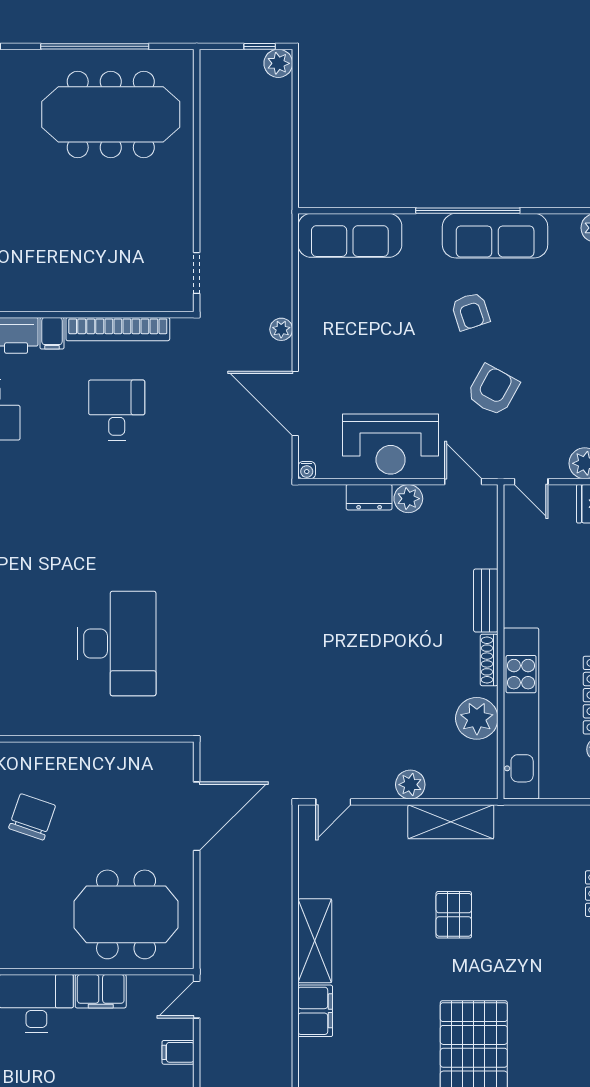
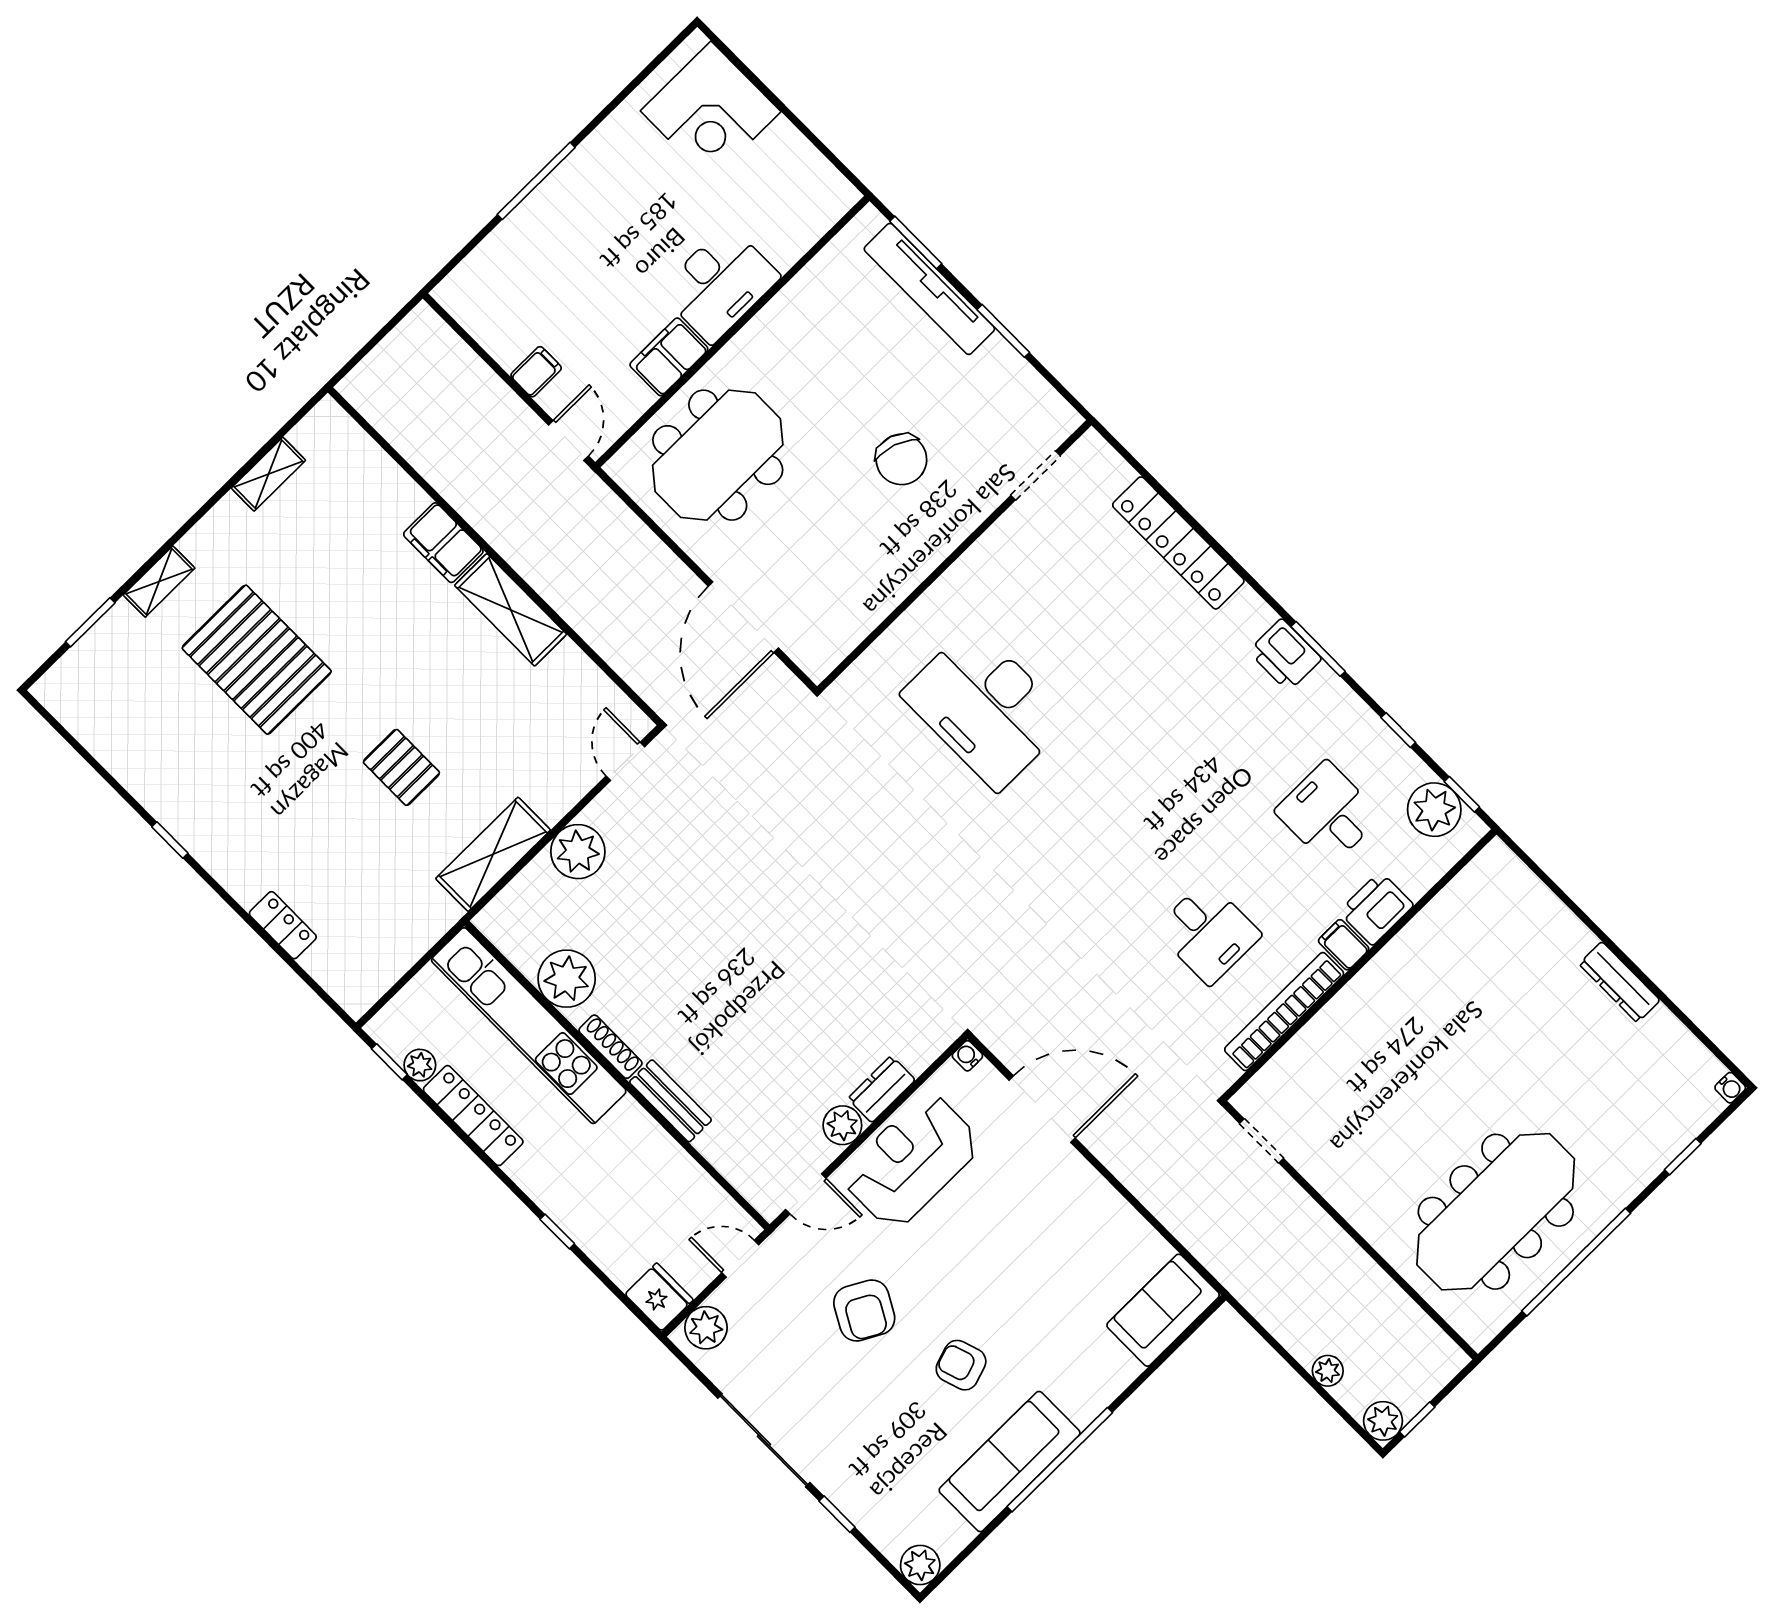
sofa: (350, 235) -> (1163, 1310), width x0.73
plant: (281, 329) -> (1328, 1371), moved
plant: (410, 785) -> (578, 852), width x1.36, depth x1.36

